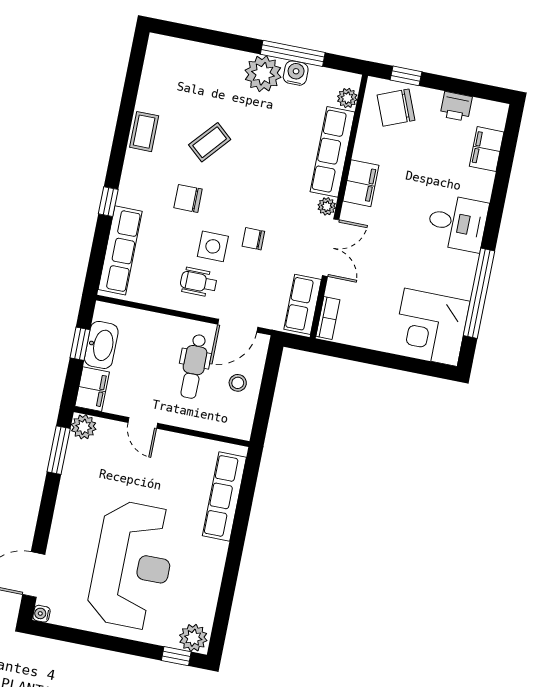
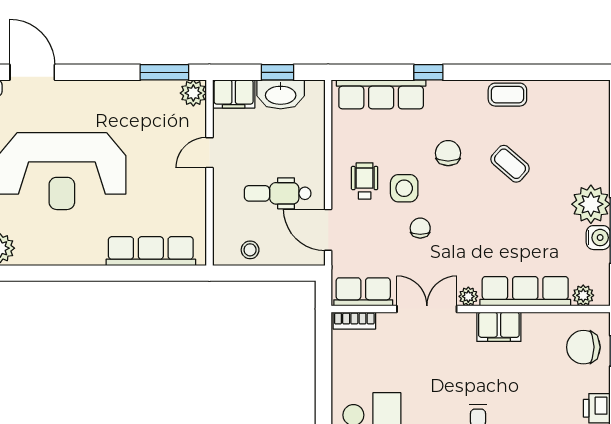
chair: (396, 108) -> (583, 347), turned -68
double door: (331, 248) -> (427, 309), swing flipped
stool: (238, 383) -> (250, 250), moved

